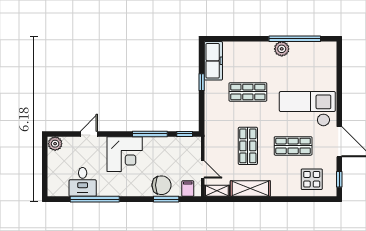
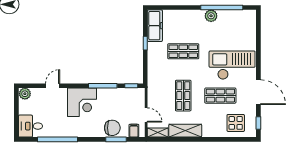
desk: (83, 182) -> (30, 126), moved, turned 90

